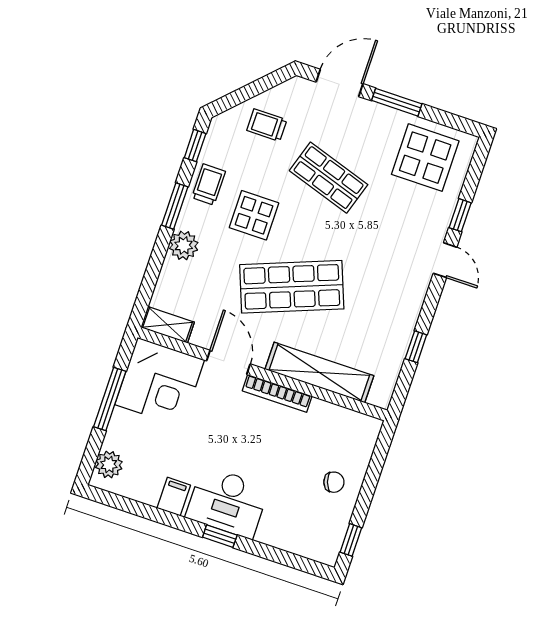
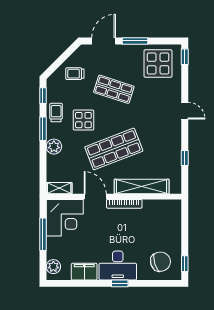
window: (460, 215) -> (185, 57), moved
chair: (334, 482) -> (160, 262), moved, width x1.87, depth x1.87
filing cabinet: (174, 497) -> (84, 272), width x2.00

